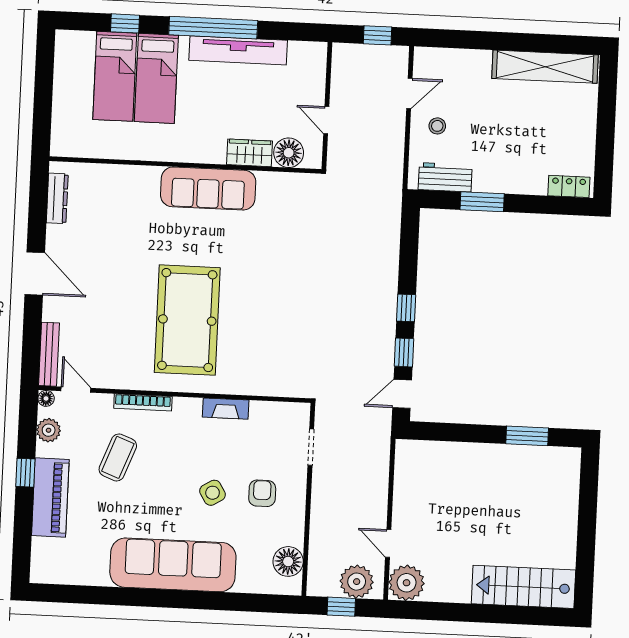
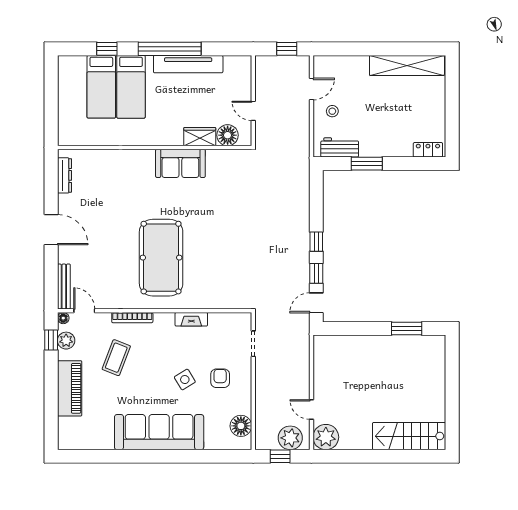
sofa: (208, 188) -> (180, 163), width x0.73
window: (25, 473) -> (51, 340), moved

